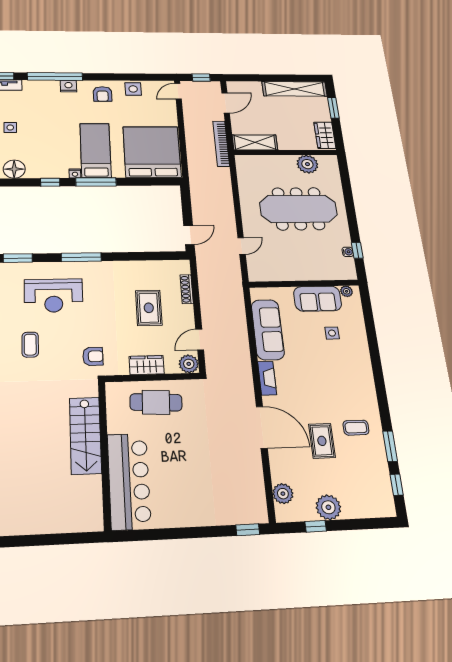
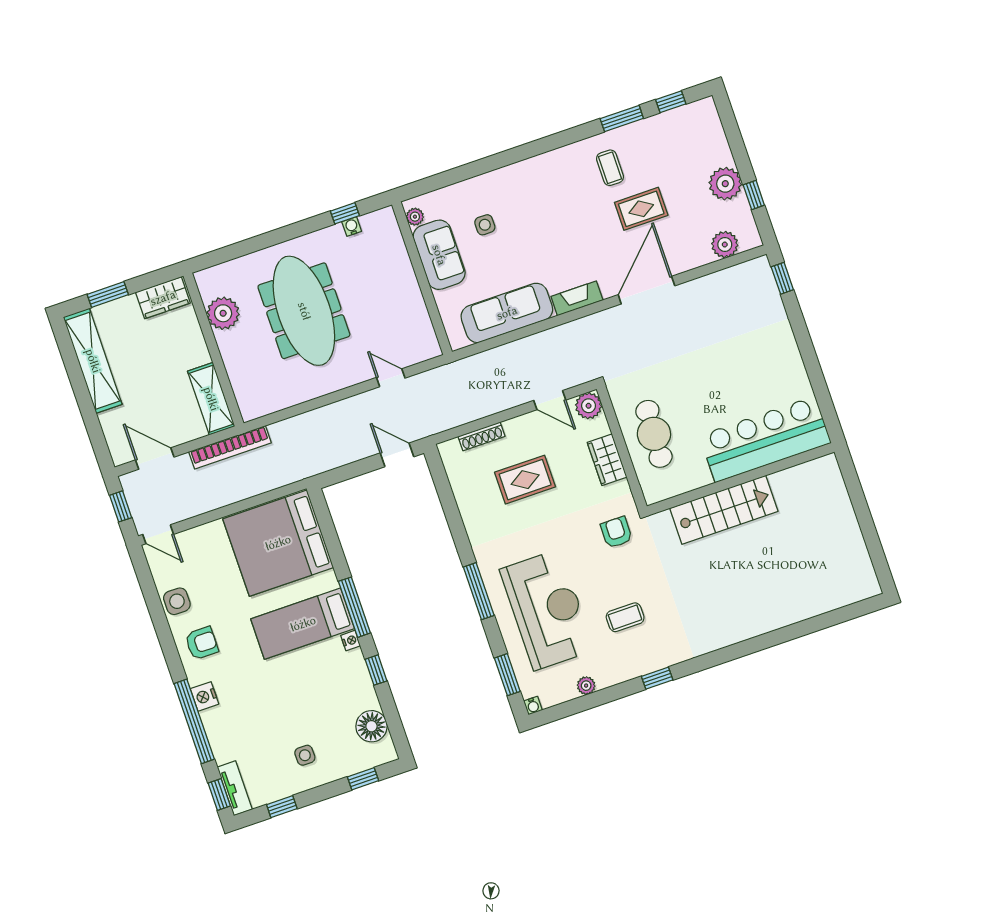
reception desk: (54, 296) -> (547, 610), width x1.36, depth x1.30

